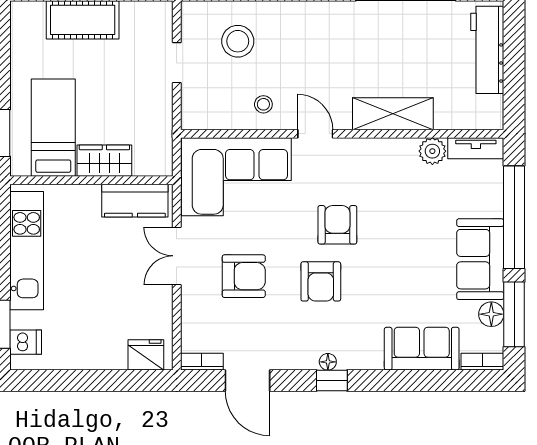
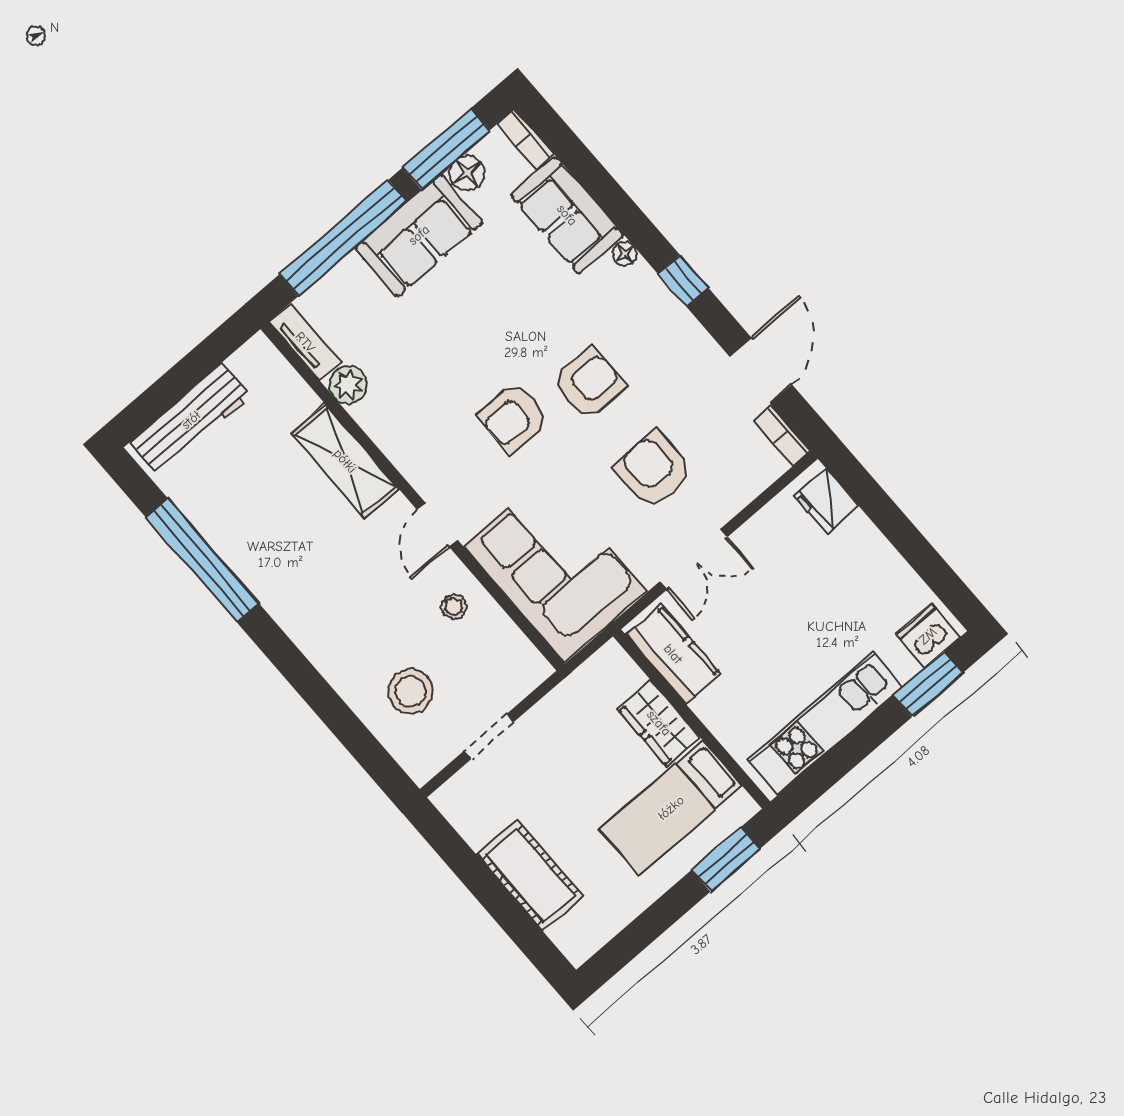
dishwasher: (26, 342) -> (928, 636), width x1.38
floor lamp: (328, 362) -> (625, 254), moved

